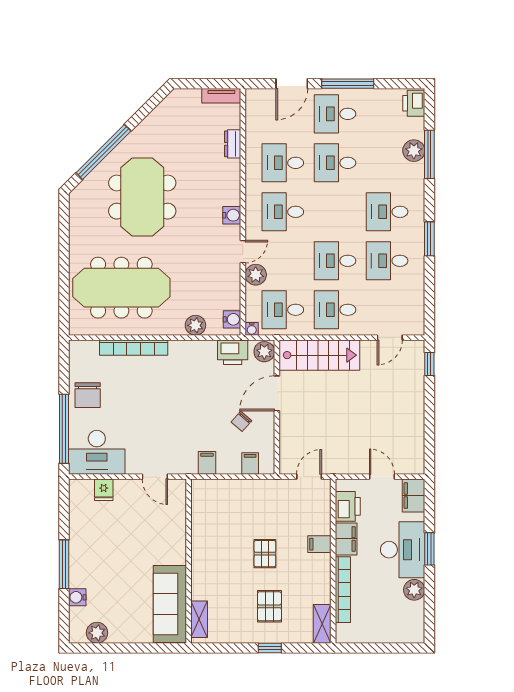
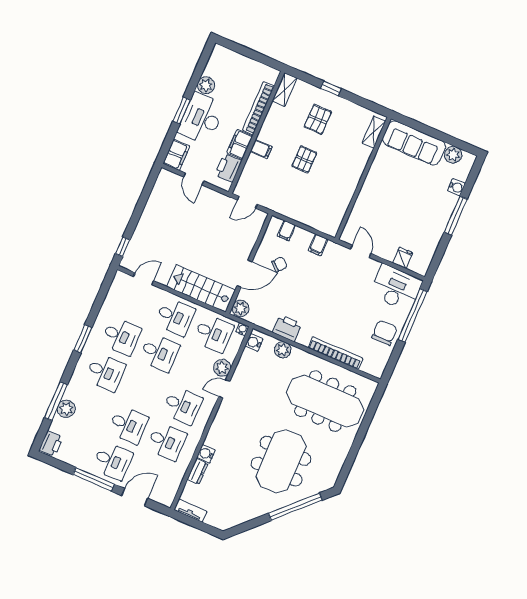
water cooler: (232, 215) -> (206, 454), moved
printer: (233, 352) -> (287, 328), moved
sofa: (170, 604) -> (414, 143), moved, turned 90

